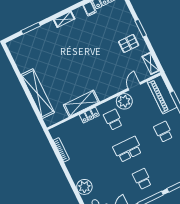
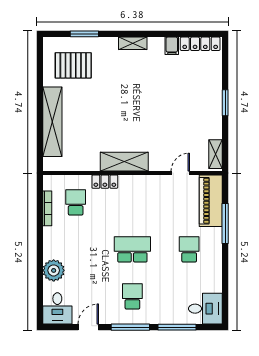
pallet: (129, 43) -> (73, 65), moved, width x1.50, depth x1.42
plant: (124, 101) -> (158, 186), removed
shelving: (81, 103) -> (124, 162), moved
school desk: (113, 120) -> (76, 202), moved

